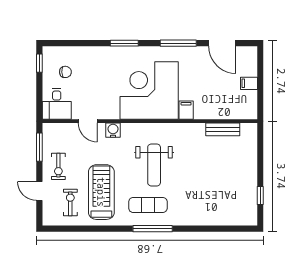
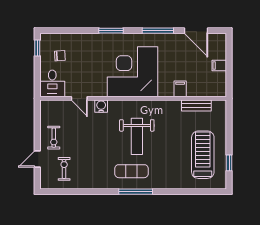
filing cabinet: (186, 110) -> (180, 89), moved
window: (39, 147) -> (37, 121), removed
door: (39, 191) -> (37, 159), hinge flipped
treadmill: (101, 192) -> (203, 155), moved

